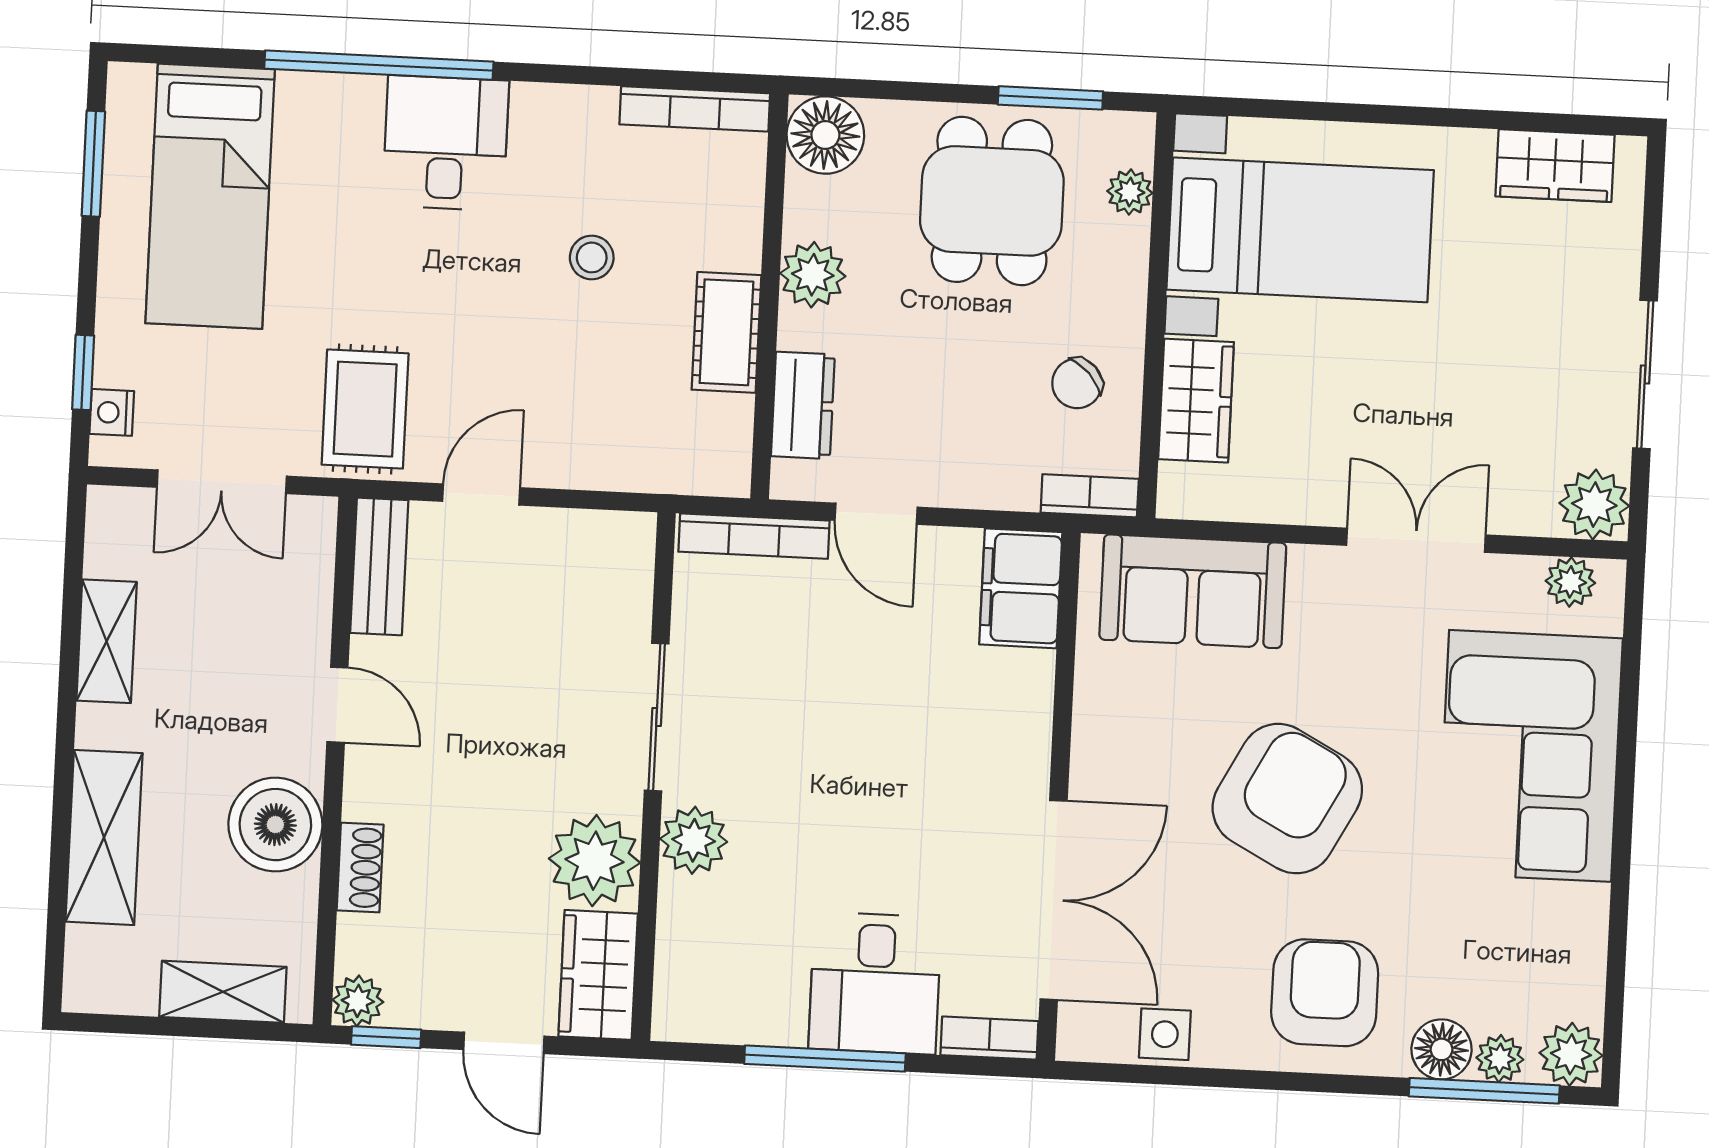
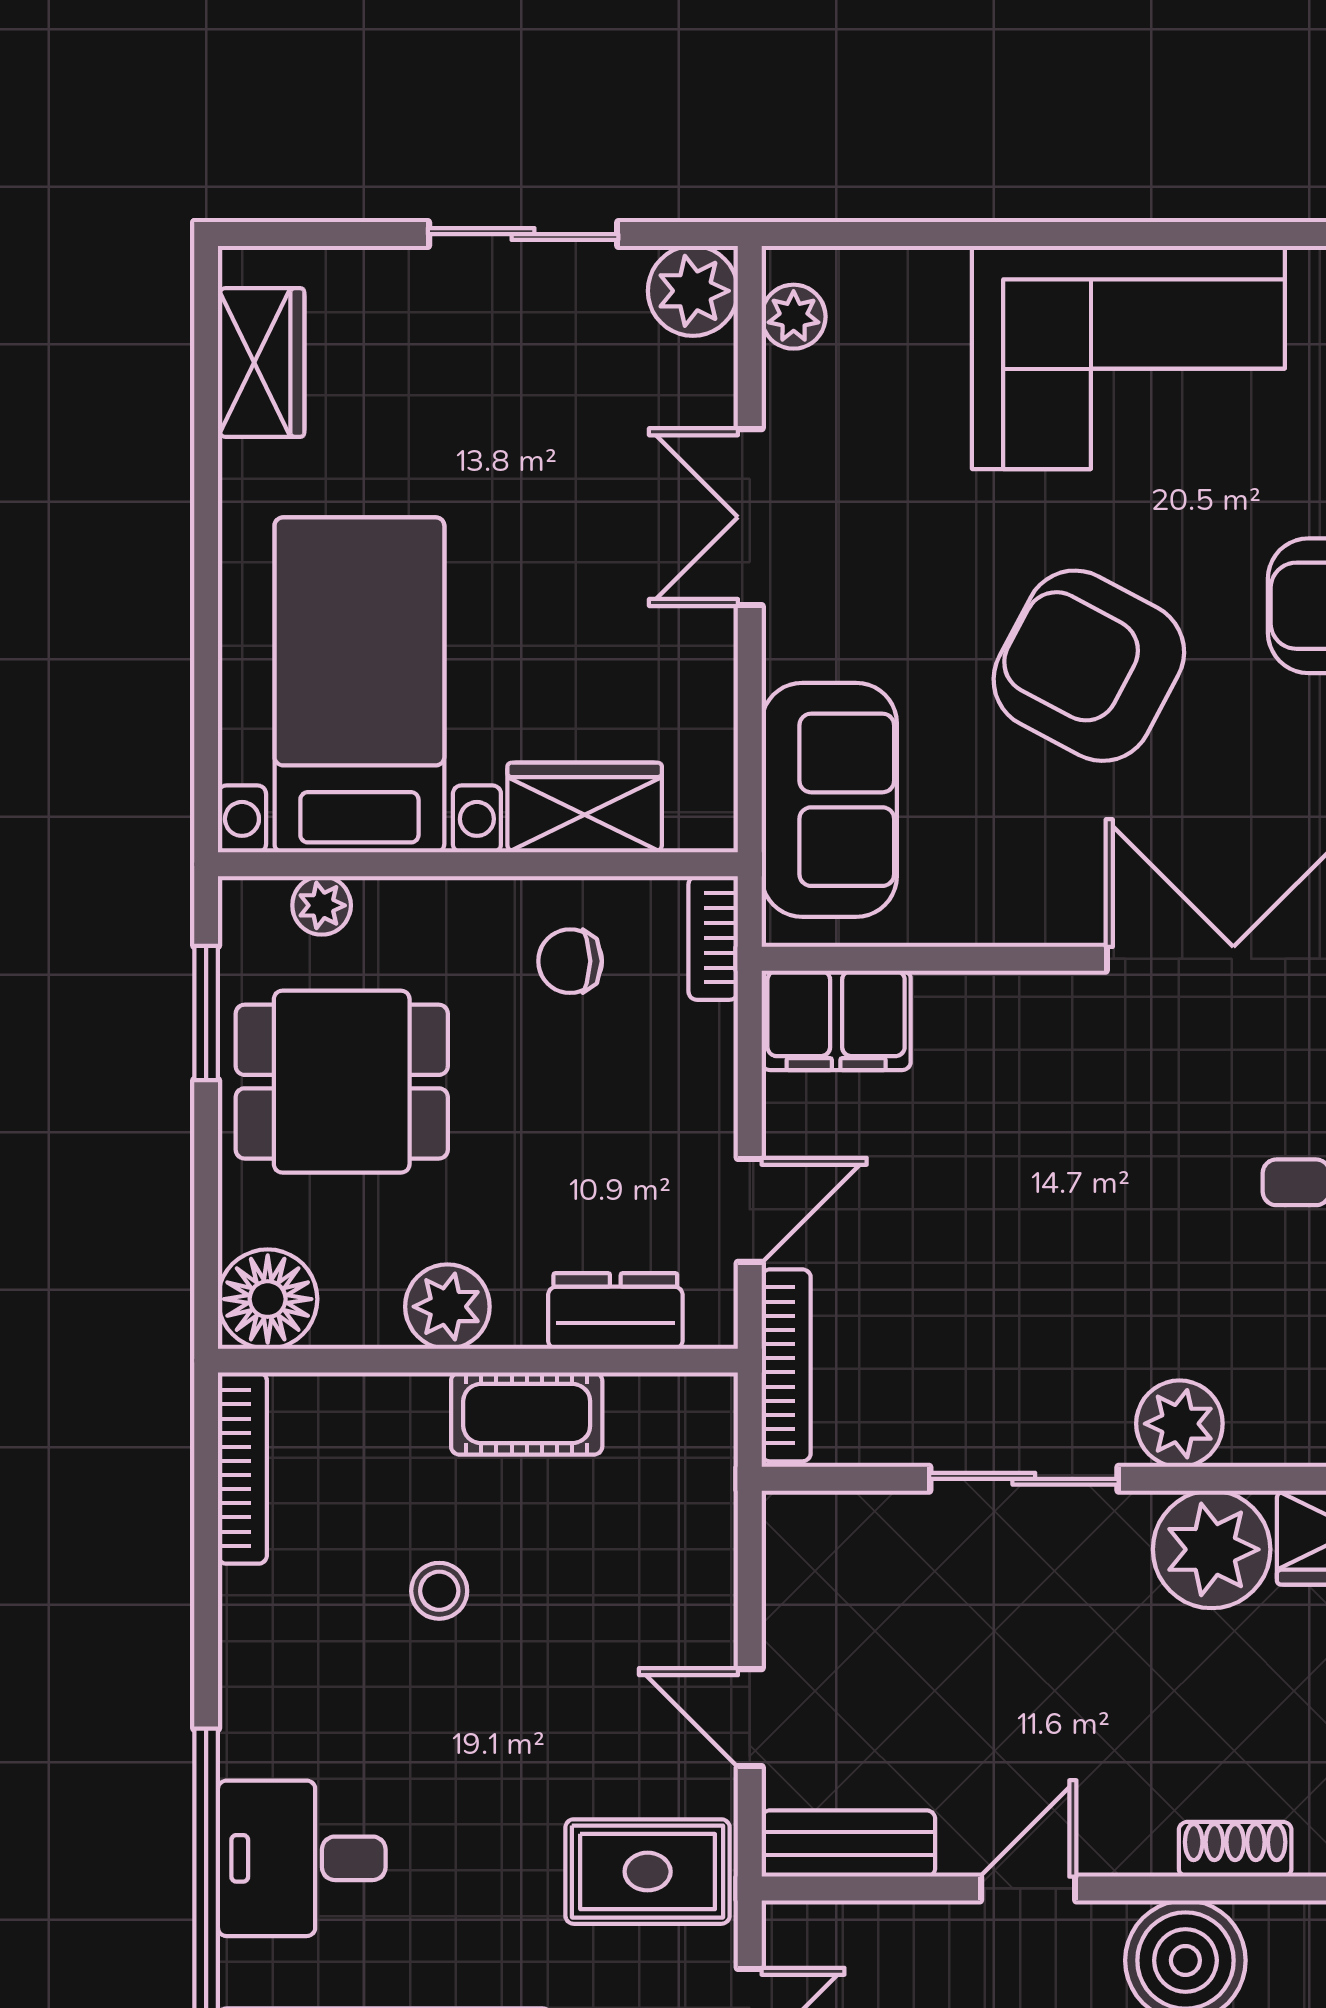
desk: (446, 143) -> (302, 1858), moved
chair: (1077, 383) -> (570, 961), turned 133
corner sofa: (1530, 756) -> (1128, 357), moved

